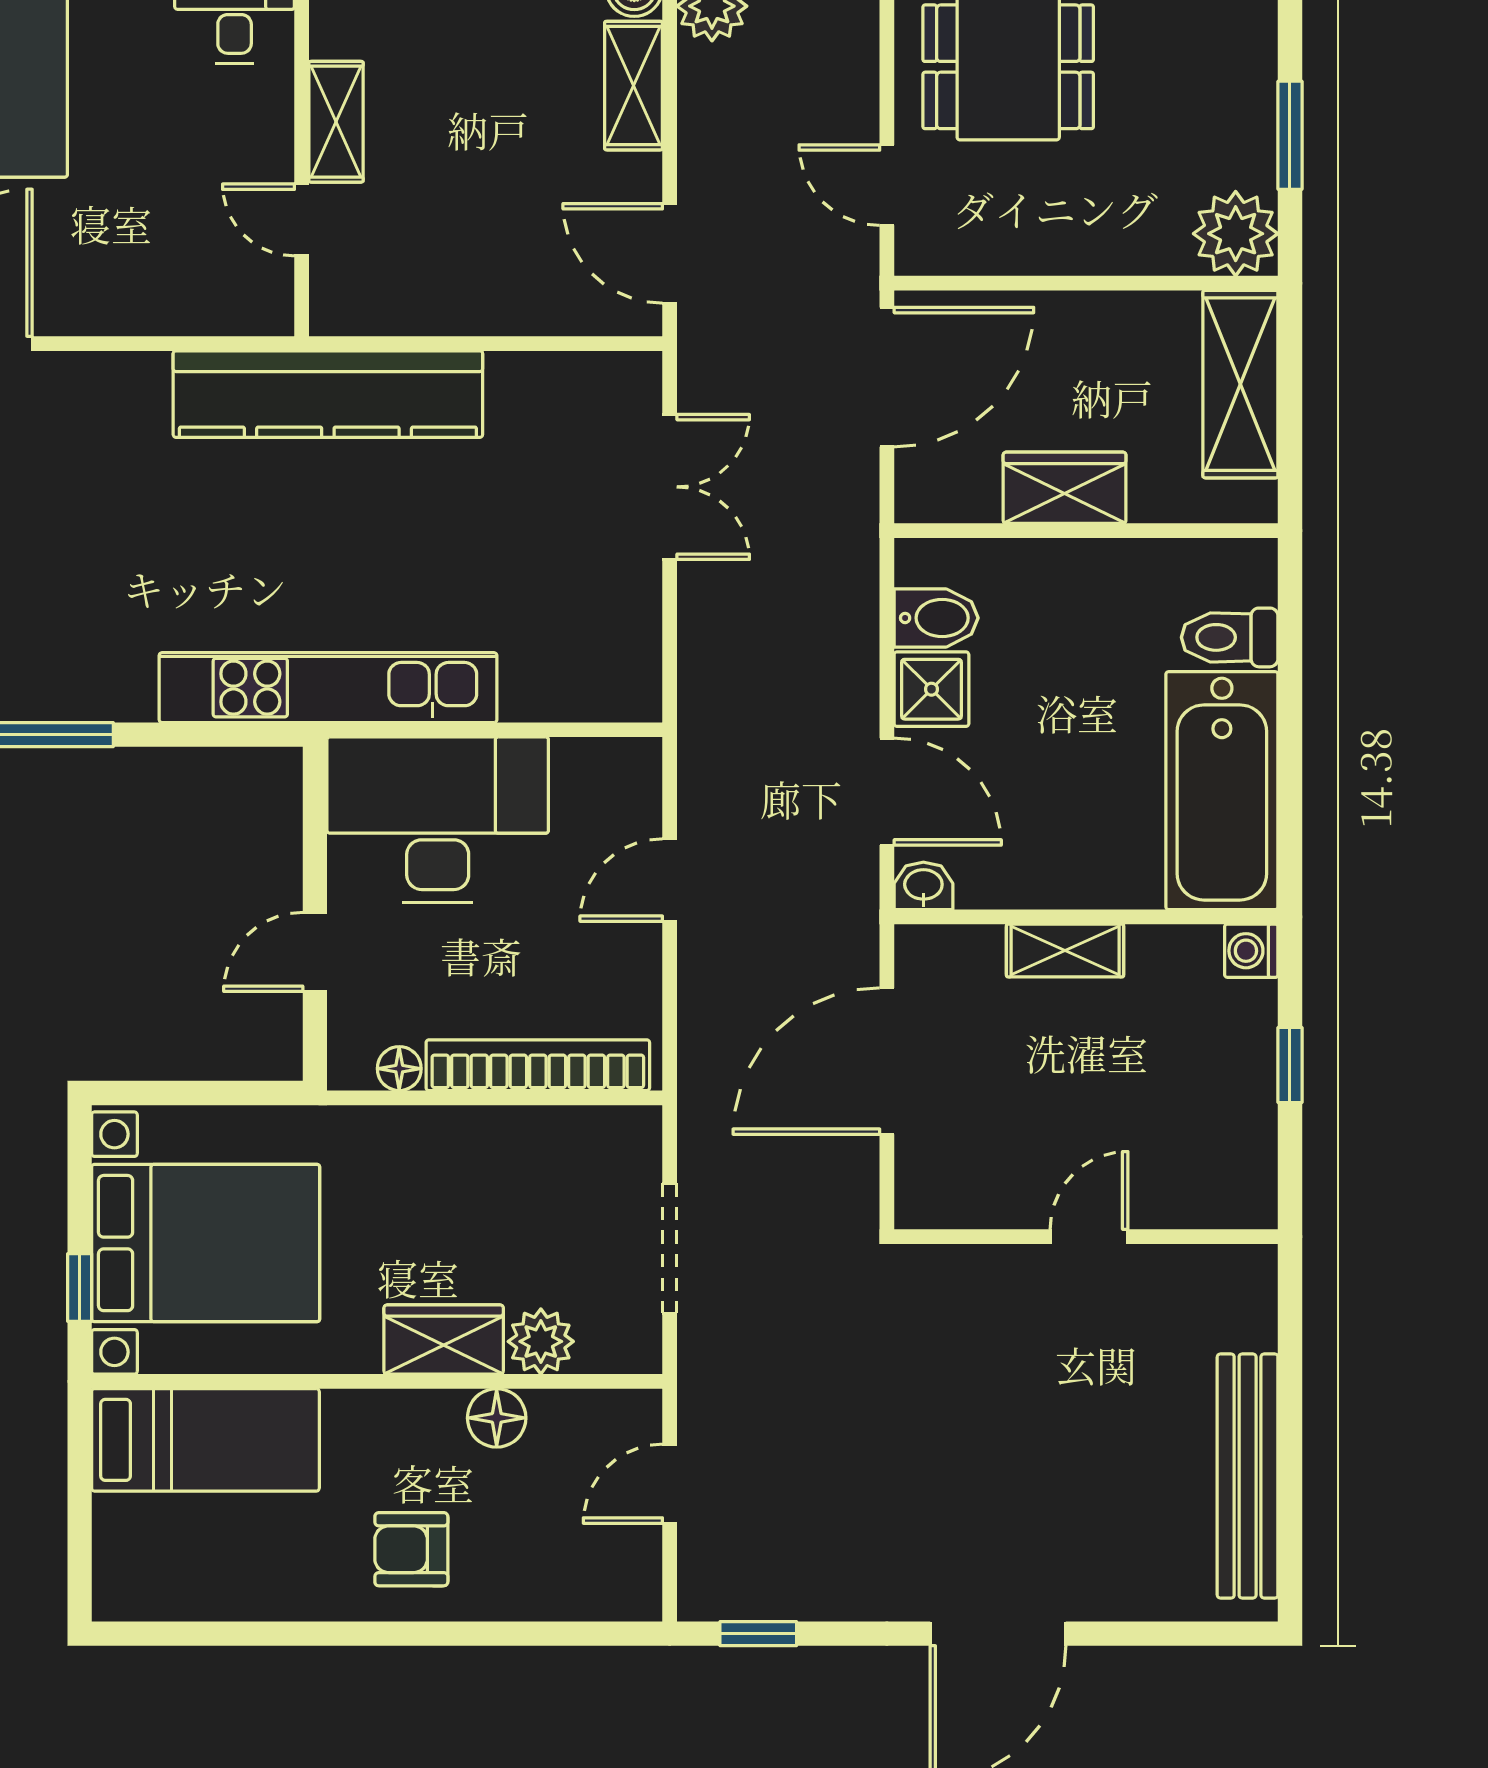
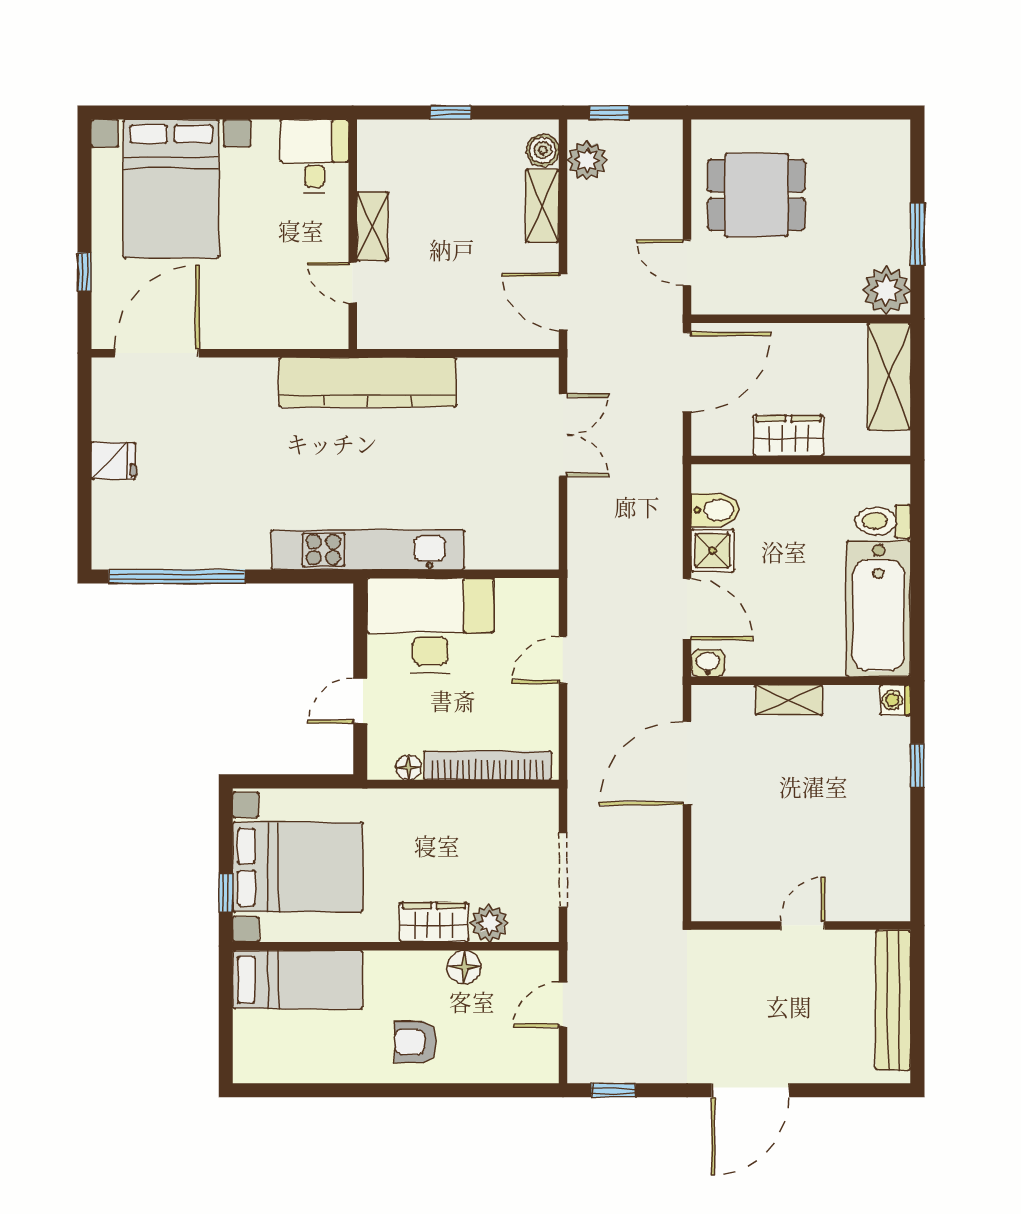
wall: (1086, 1237) -> (801, 925), moved
door: (1089, 1237) -> (803, 925), moved

